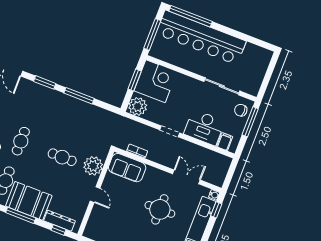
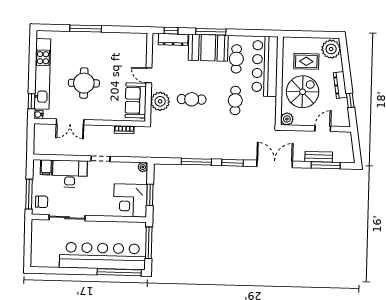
plant: (138, 106) -> (143, 167), width x0.53, depth x0.53
sofa: (127, 168) -> (136, 100), moved, turned -90

